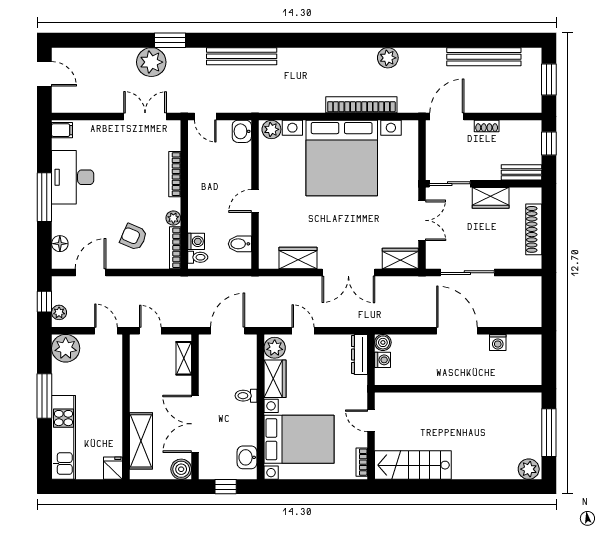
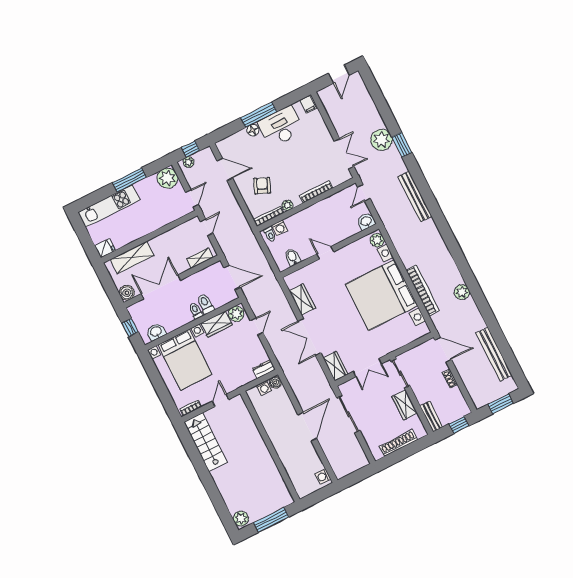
floor lamp: (60, 244) -> (253, 130), moved
washing machine: (498, 342) -> (323, 477), moved
dresser: (360, 355) -> (264, 369), width x0.70
toilet: (243, 379) -> (205, 304), added

